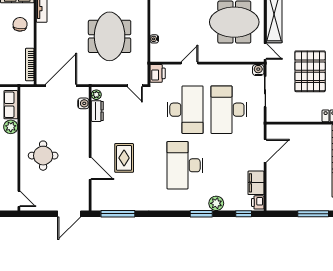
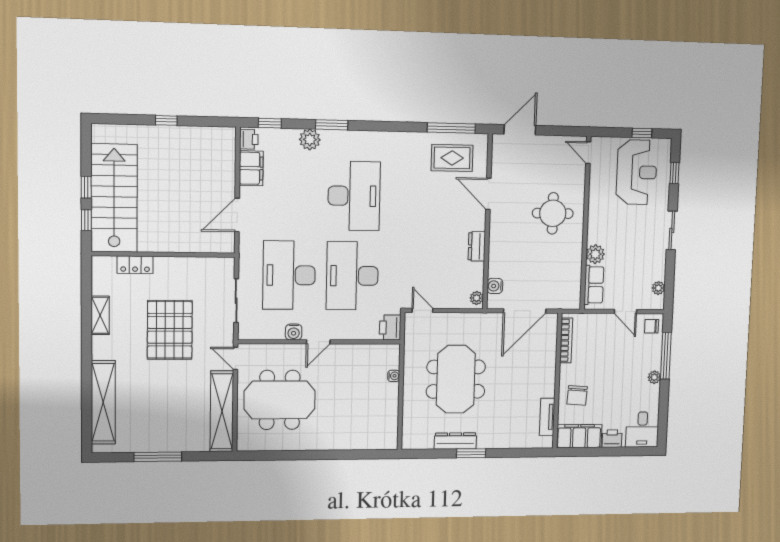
door: (190, 63) -> (318, 342), moved
water cooler: (258, 70) -> (294, 332), moved
desk: (229, 110) -> (289, 275), turned 180
dresser: (97, 111) -> (477, 246), moved
rug: (124, 158) -> (452, 158), moved, turned 90
window: (313, 214) -> (166, 120), width x0.46

